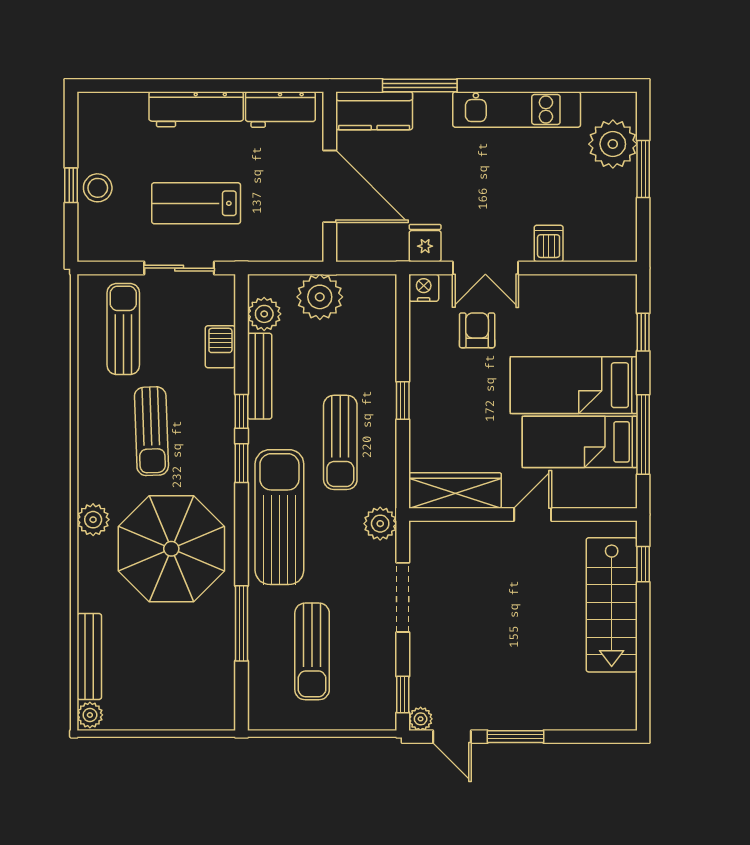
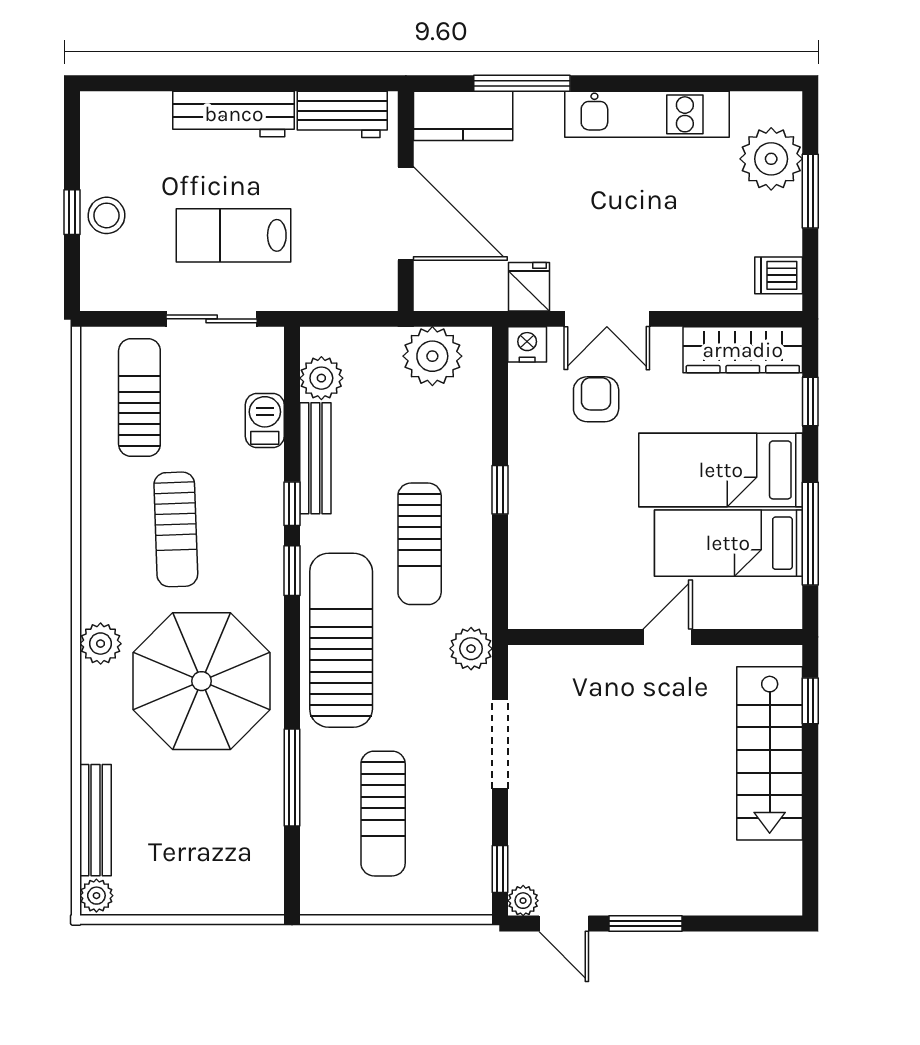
dishwasher: (549, 244) -> (779, 275), moved, turned -90
plant: (320, 297) -> (432, 356), moved
wardrobe: (455, 491) -> (743, 350), moved, turned 180

